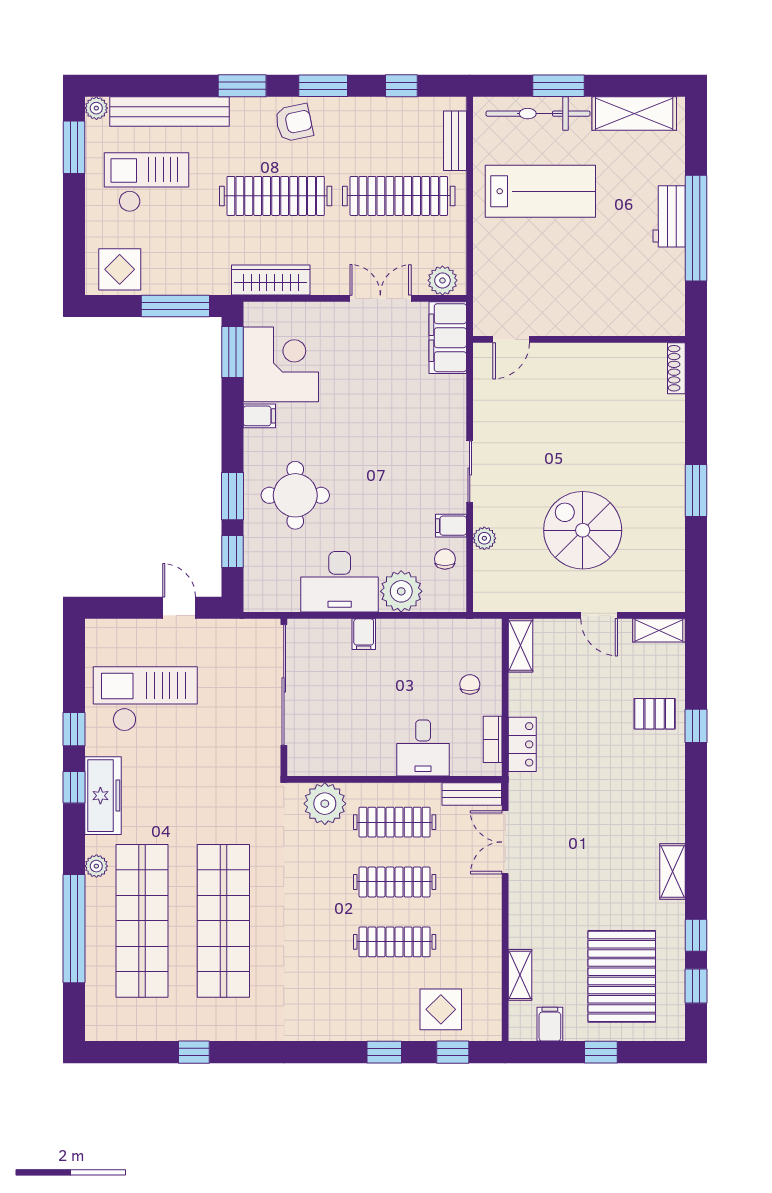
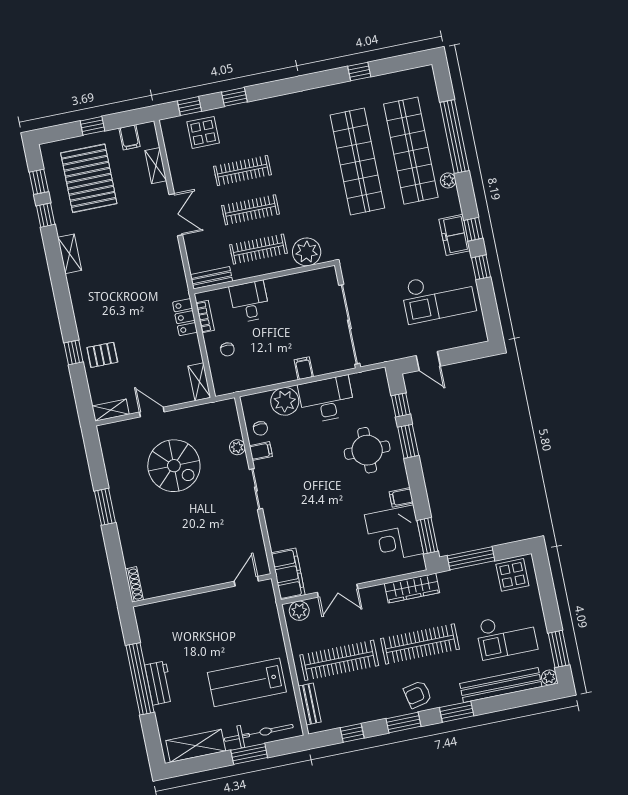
freezer: (103, 796) -> (455, 235), width x0.71
double door: (505, 842) -> (176, 215), moved

